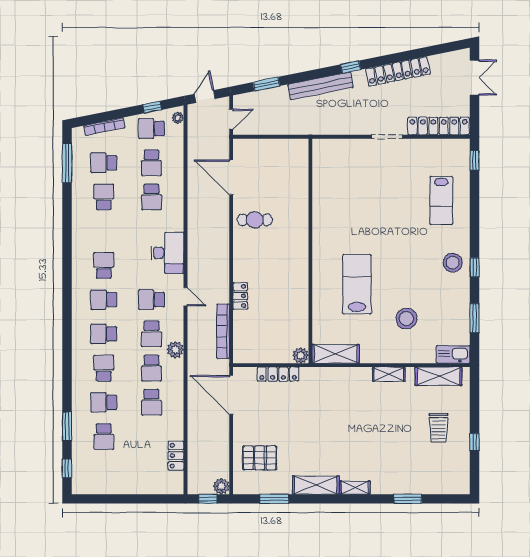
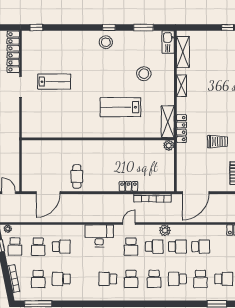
school desk: (151, 163) -> (38, 247), turned 90
lab bench: (441, 200) -> (54, 82), moved
locker: (278, 374) -> (181, 129), moved
trolley: (439, 428) -> (218, 142), moved

